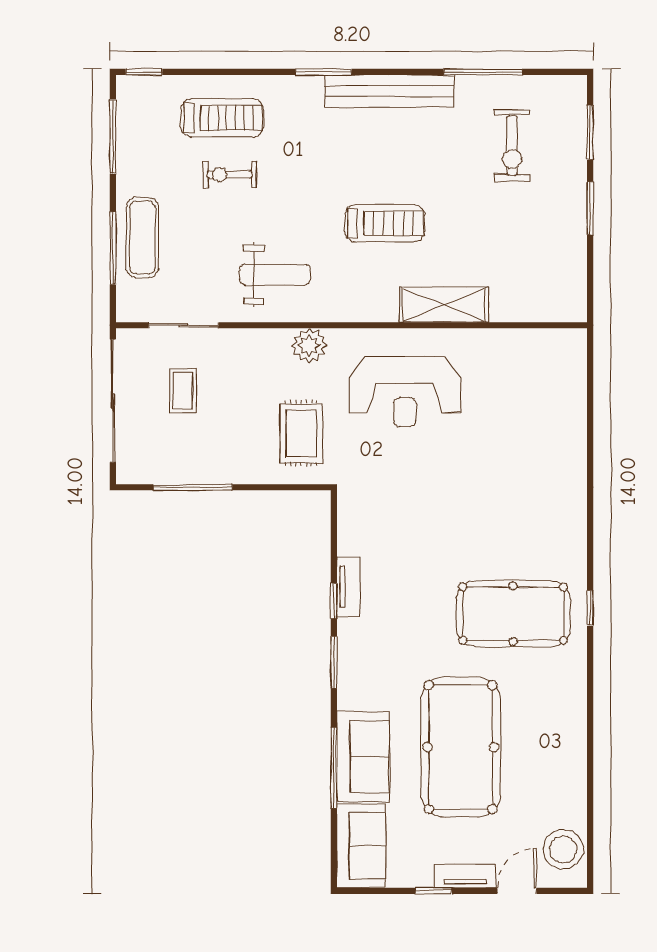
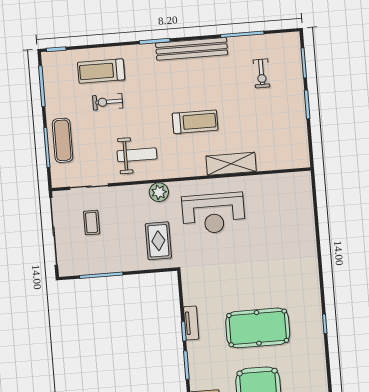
treadmill: (222, 118) -> (101, 71), turned 180
exercise bike: (512, 145) -> (262, 73), width x0.73, depth x0.72
pool table: (513, 614) -> (258, 328), moved

